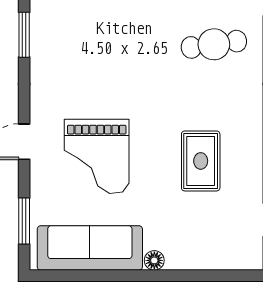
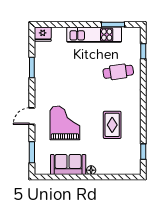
grand piano: (97, 156) -> (65, 123), turned 180
sofa: (90, 248) -> (68, 165), width x0.73

